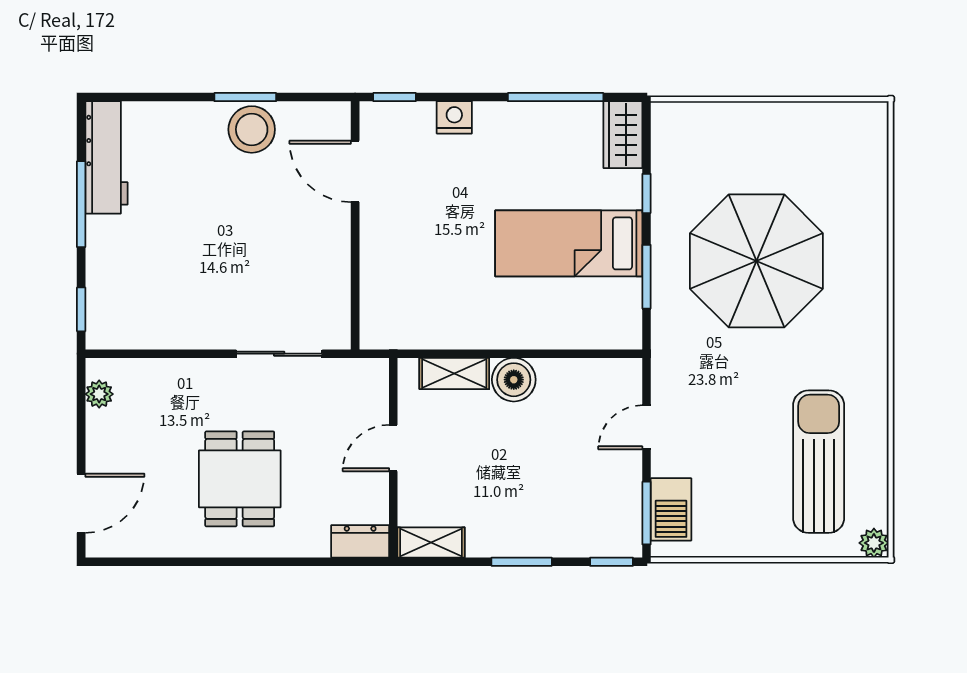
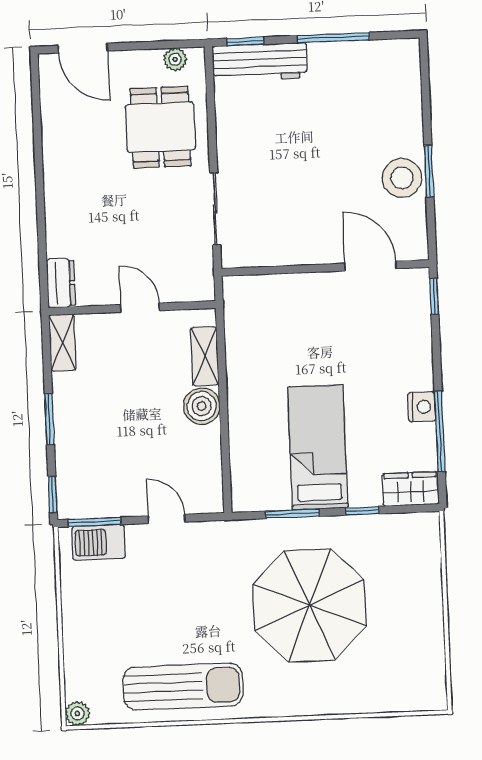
nightstand: (454, 117) -> (422, 407), moved
workbench: (106, 157) -> (260, 62), moved
door: (355, 171) -> (370, 266), hinge flipped
sun lounger: (819, 462) -> (183, 687), moved
dining table: (240, 479) -> (160, 127), moved, turned 90

